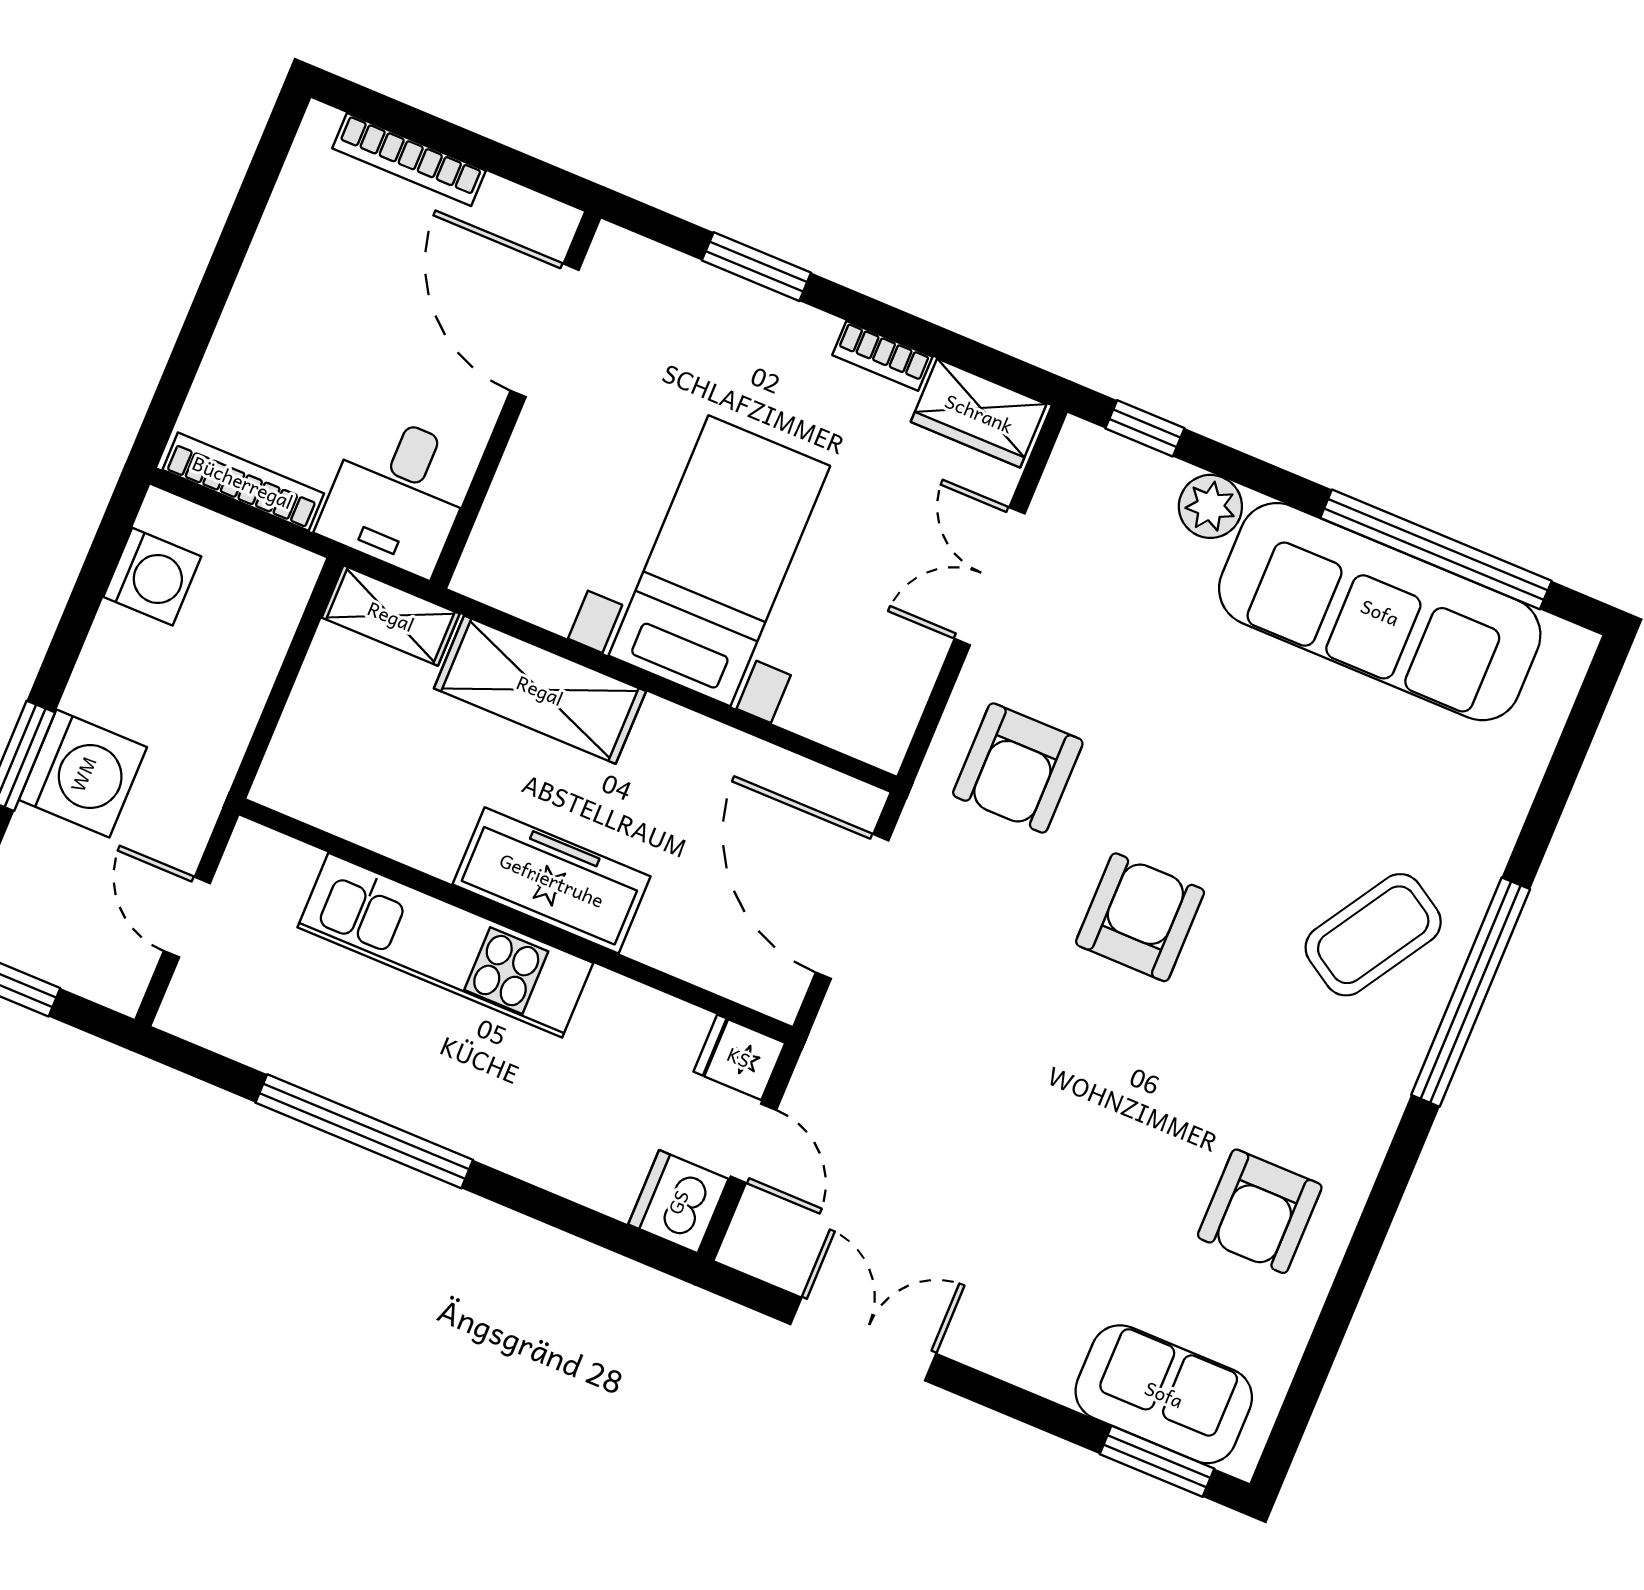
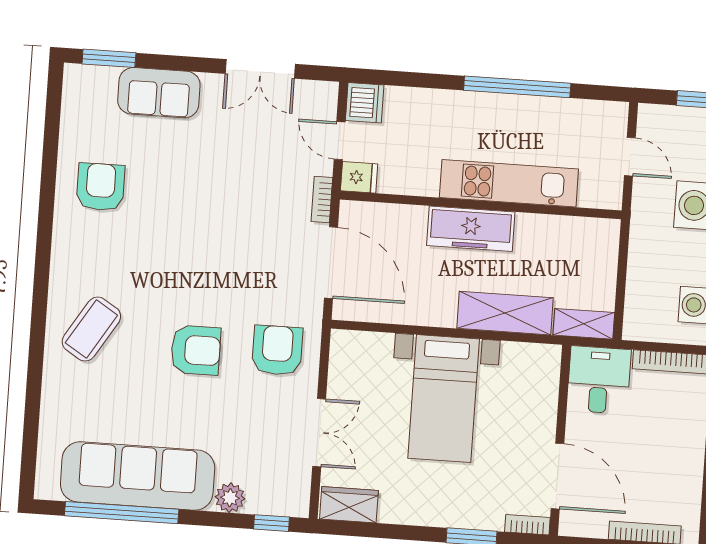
bookcase: (882, 356) -> (527, 525), moved
armchair: (1140, 917) -> (196, 350), moved, turned -90
window: (1471, 992) -> (39, 318), removed
bookcase: (828, 1038) -> (322, 199), added
sofa: (1164, 1394) -> (159, 93), moved

